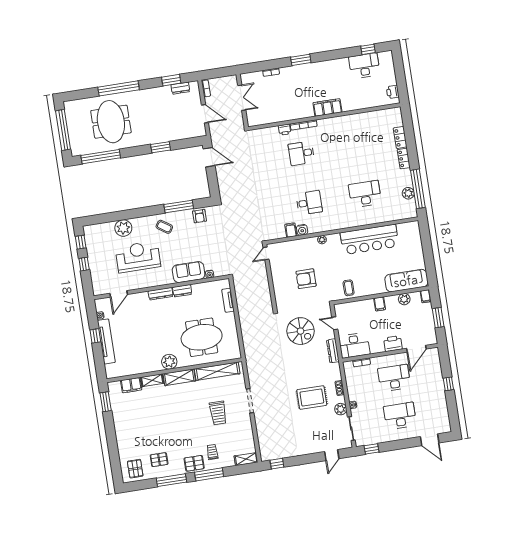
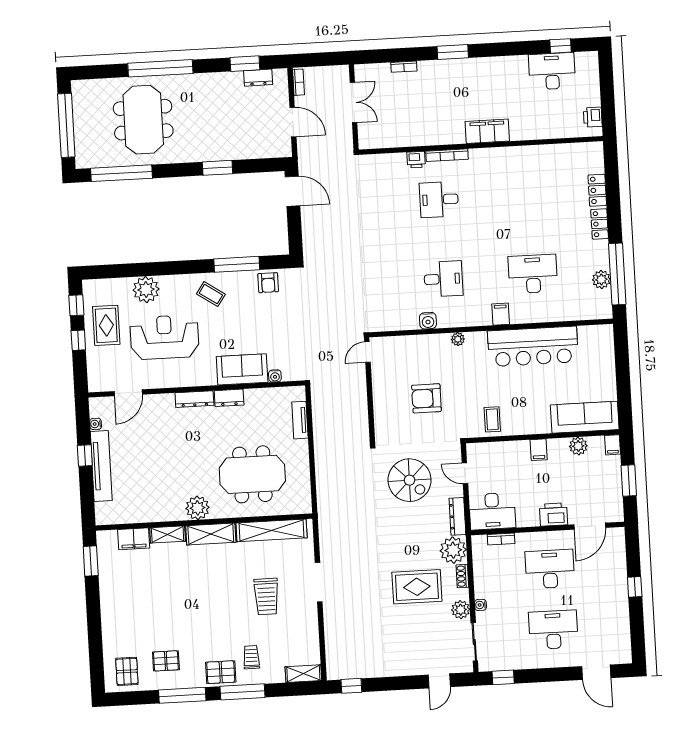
filing cabinet: (291, 230) -> (501, 314), moved
rug: (101, 253) -> (106, 325), added
plant: (332, 372) -> (453, 550), added

